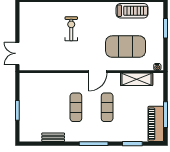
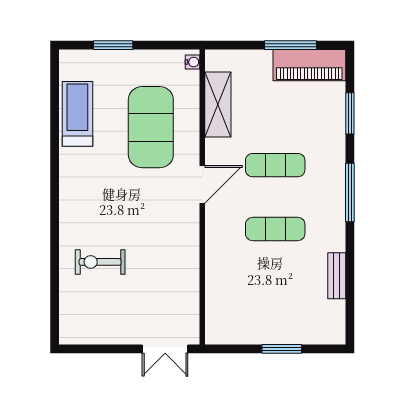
exercise bike: (71, 29) -> (100, 262), moved
door: (98, 72) -> (202, 184), hinge flipped

